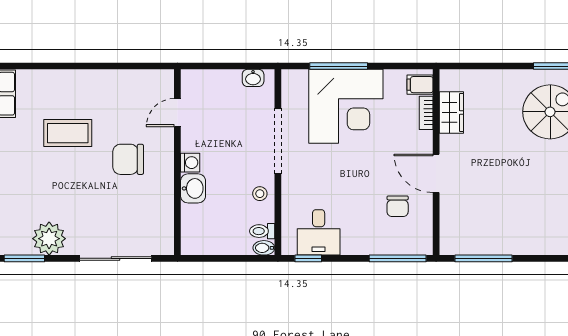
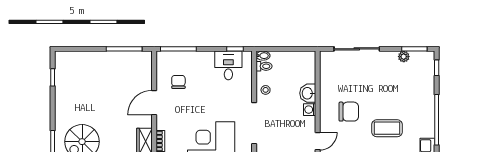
door: (436, 173) -> (154, 103), swing flipped
plant: (49, 239) -> (404, 57), width x0.53, depth x0.53

